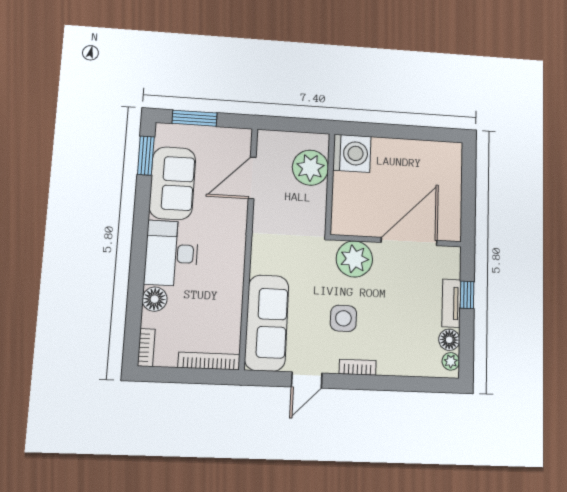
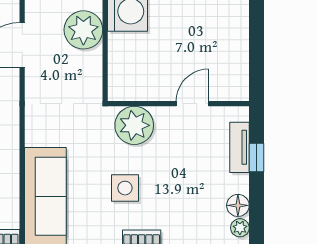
door: (409, 241) -> (192, 104), width x0.53
tv unit: (451, 303) -> (239, 147), moved

